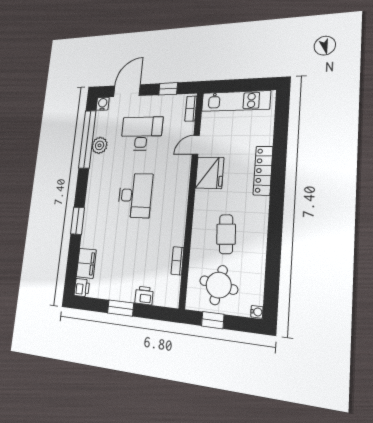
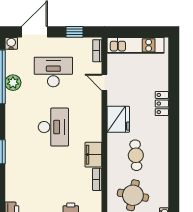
door: (196, 145) -> (104, 82), hinge flipped
locker: (263, 171) -> (162, 104), width x0.66
fridge: (209, 173) -> (118, 119), moved
filing cabinet: (86, 263) -> (93, 155), moved, turned 180

